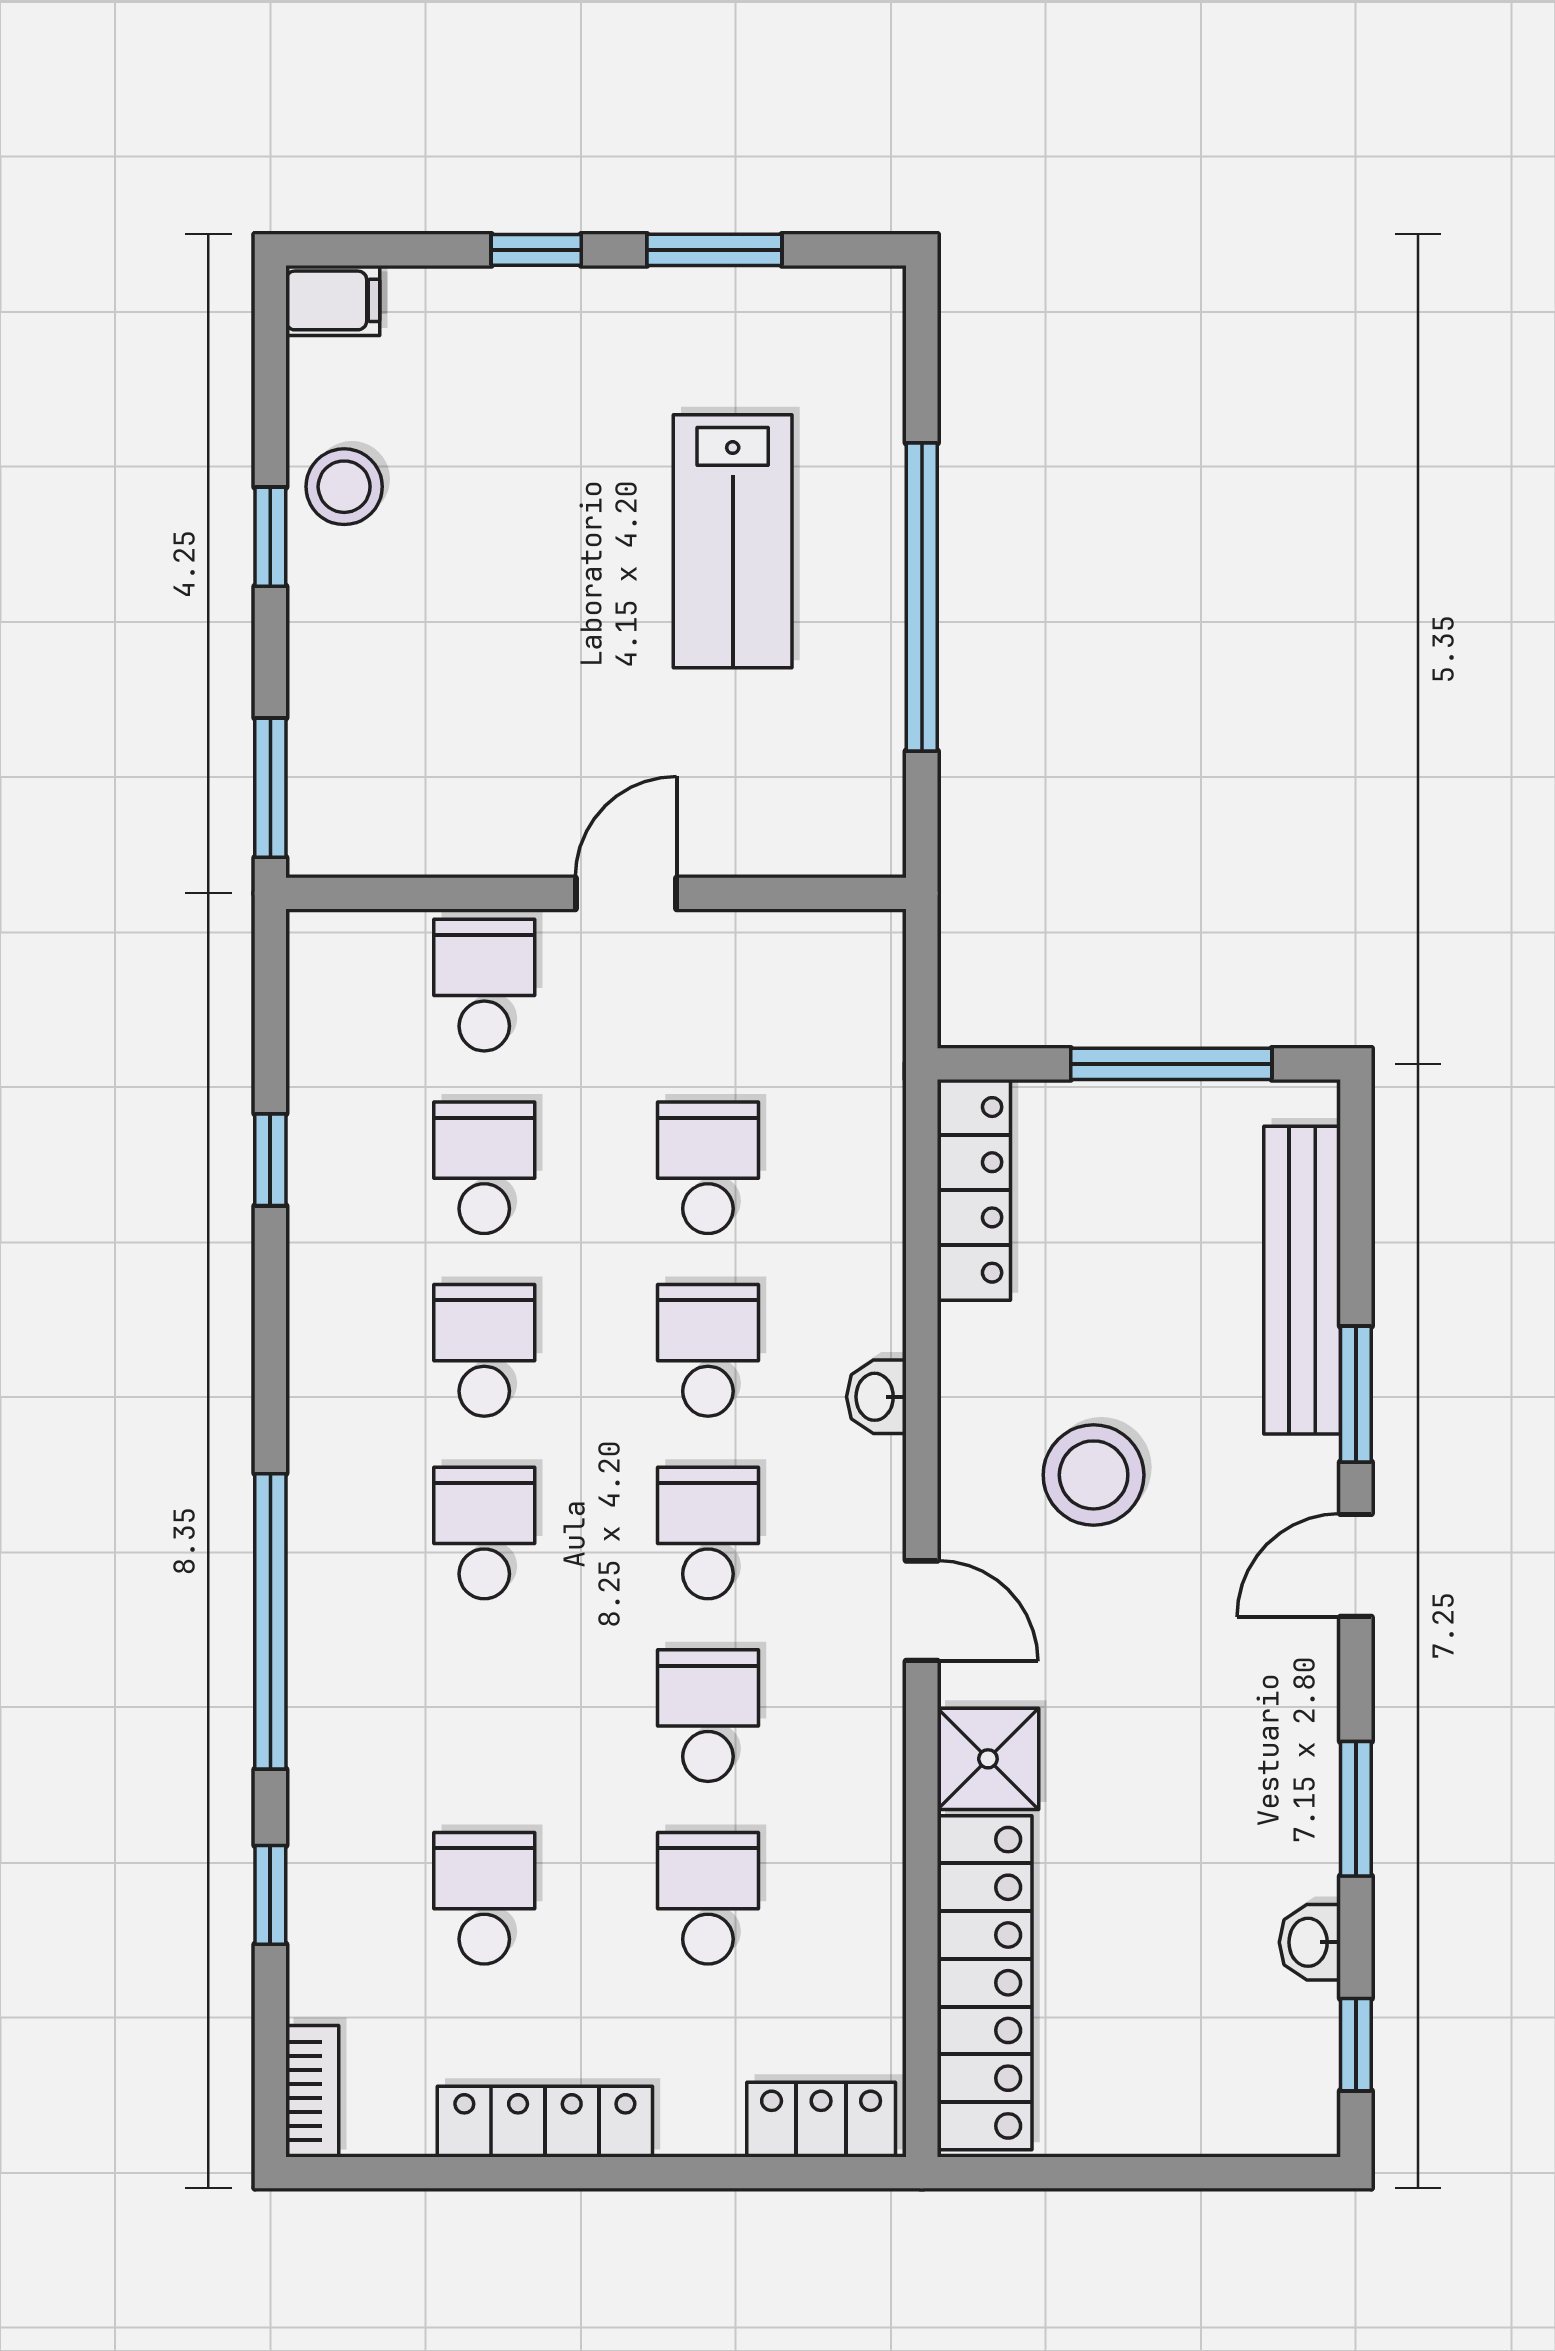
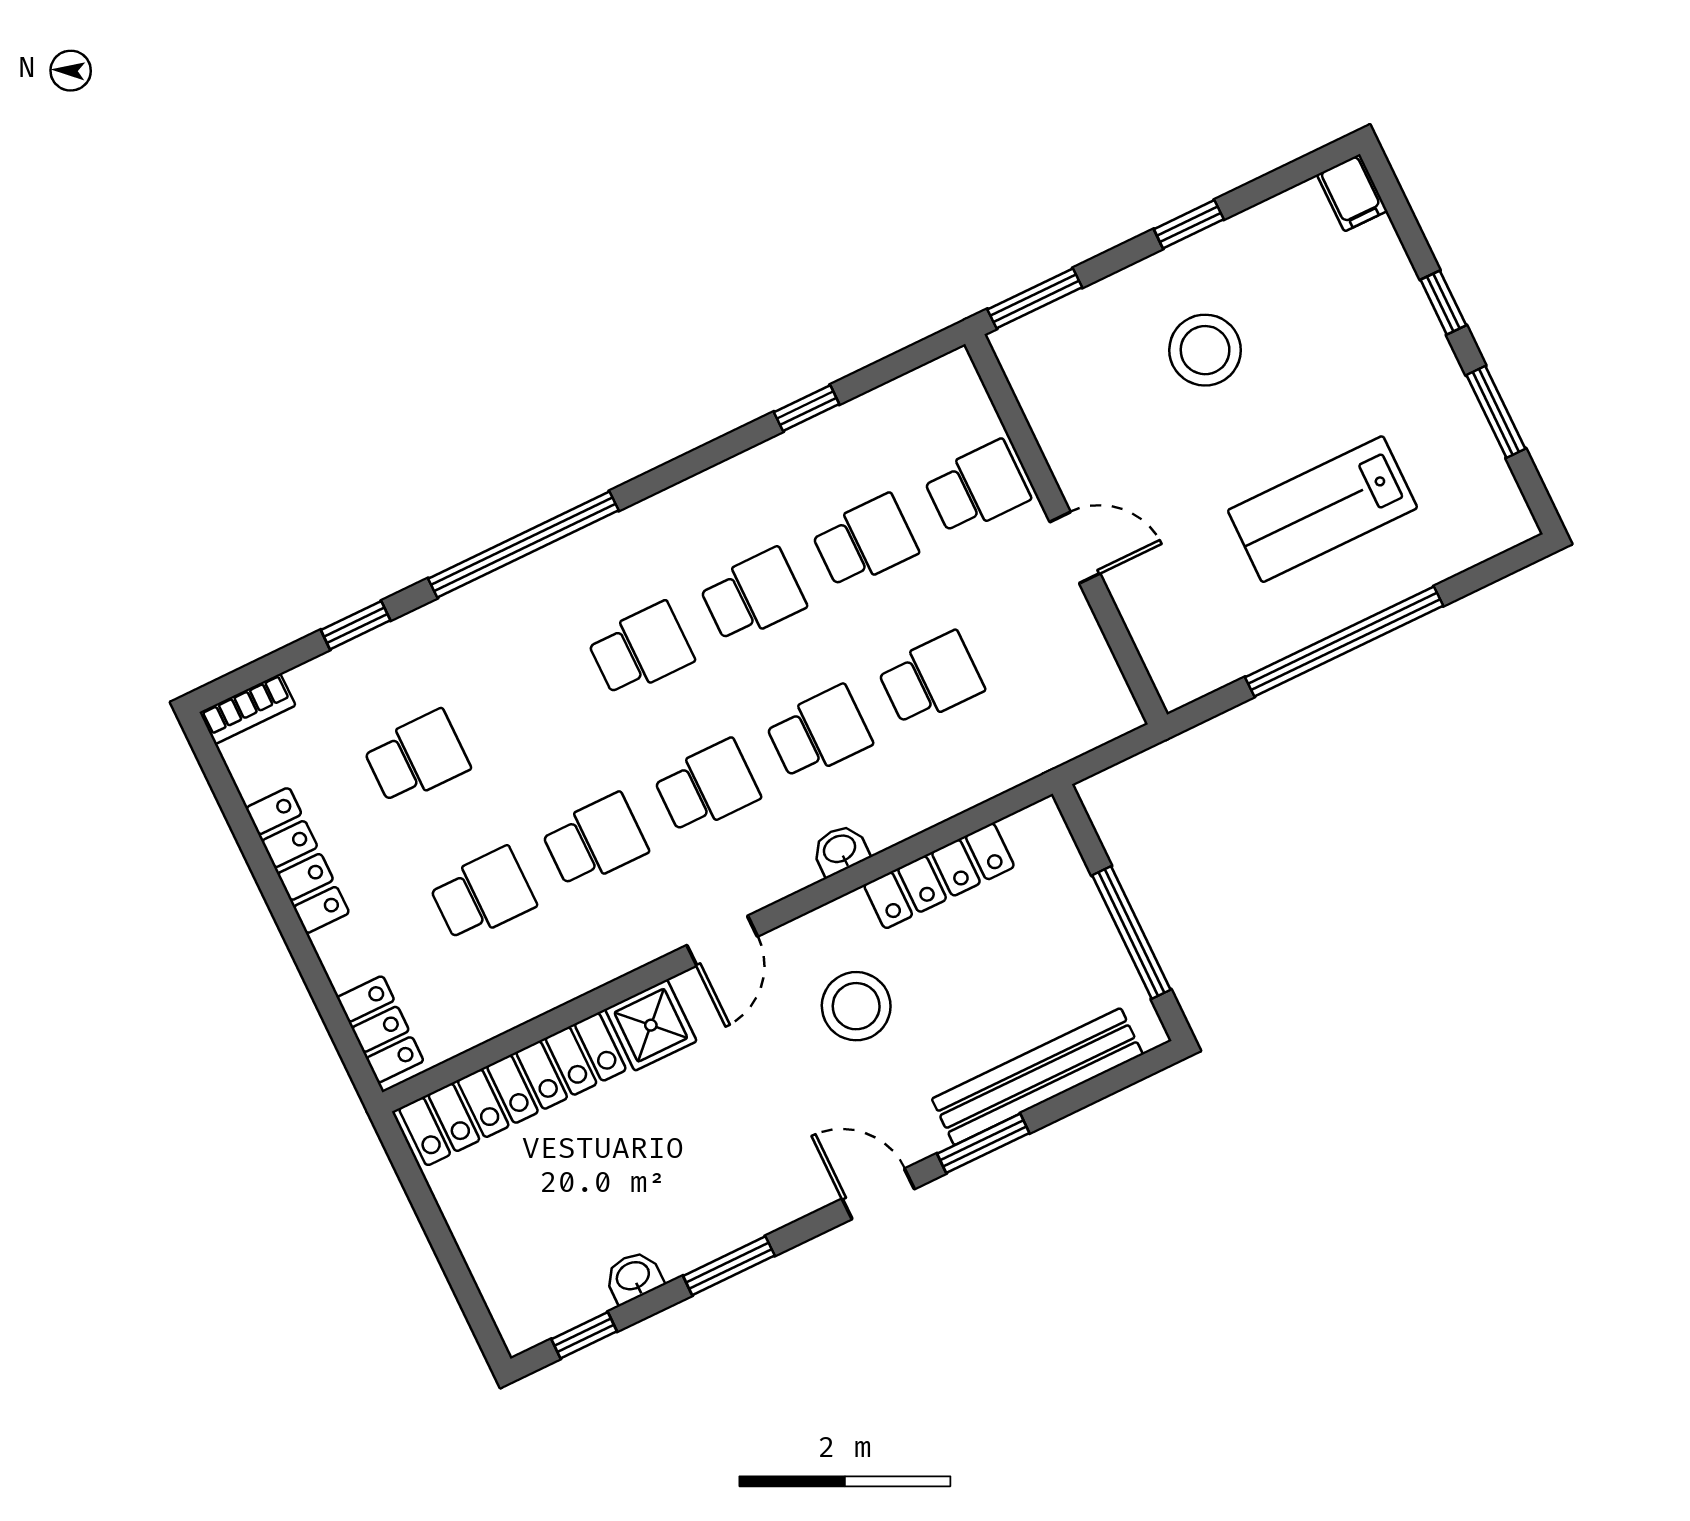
stool: (344, 487) -> (1205, 350), moved, width x1.38, depth x1.38
locker: (974, 1190) -> (939, 876), moved

